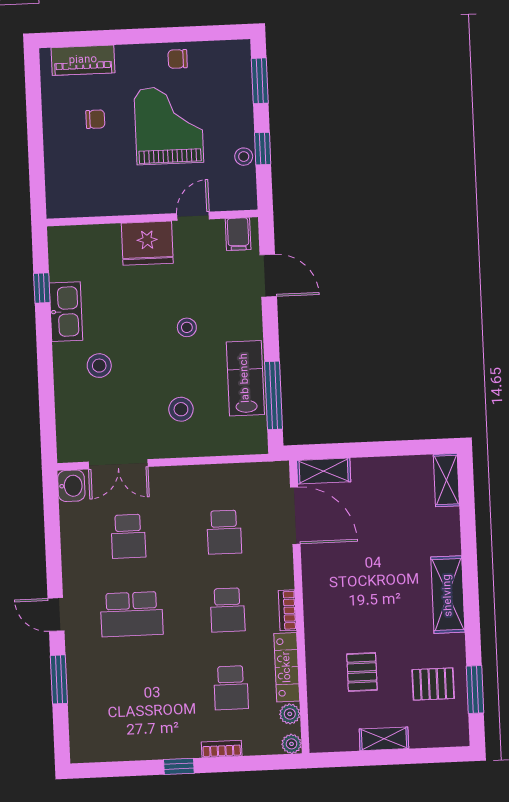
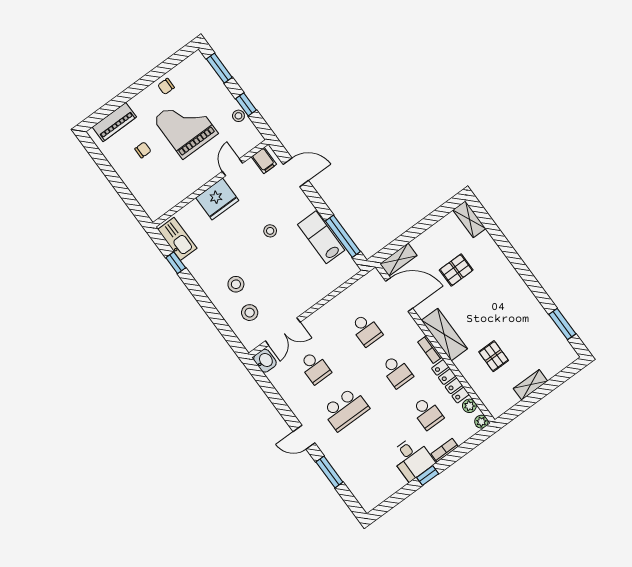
kitchen sink: (66, 312) -> (177, 239), moved
stool: (181, 409) -> (250, 313), moved
shelving: (448, 595) -> (444, 335), moved
pallet: (433, 684) -> (456, 270), moved
desk: (174, 732) -> (412, 458), added

